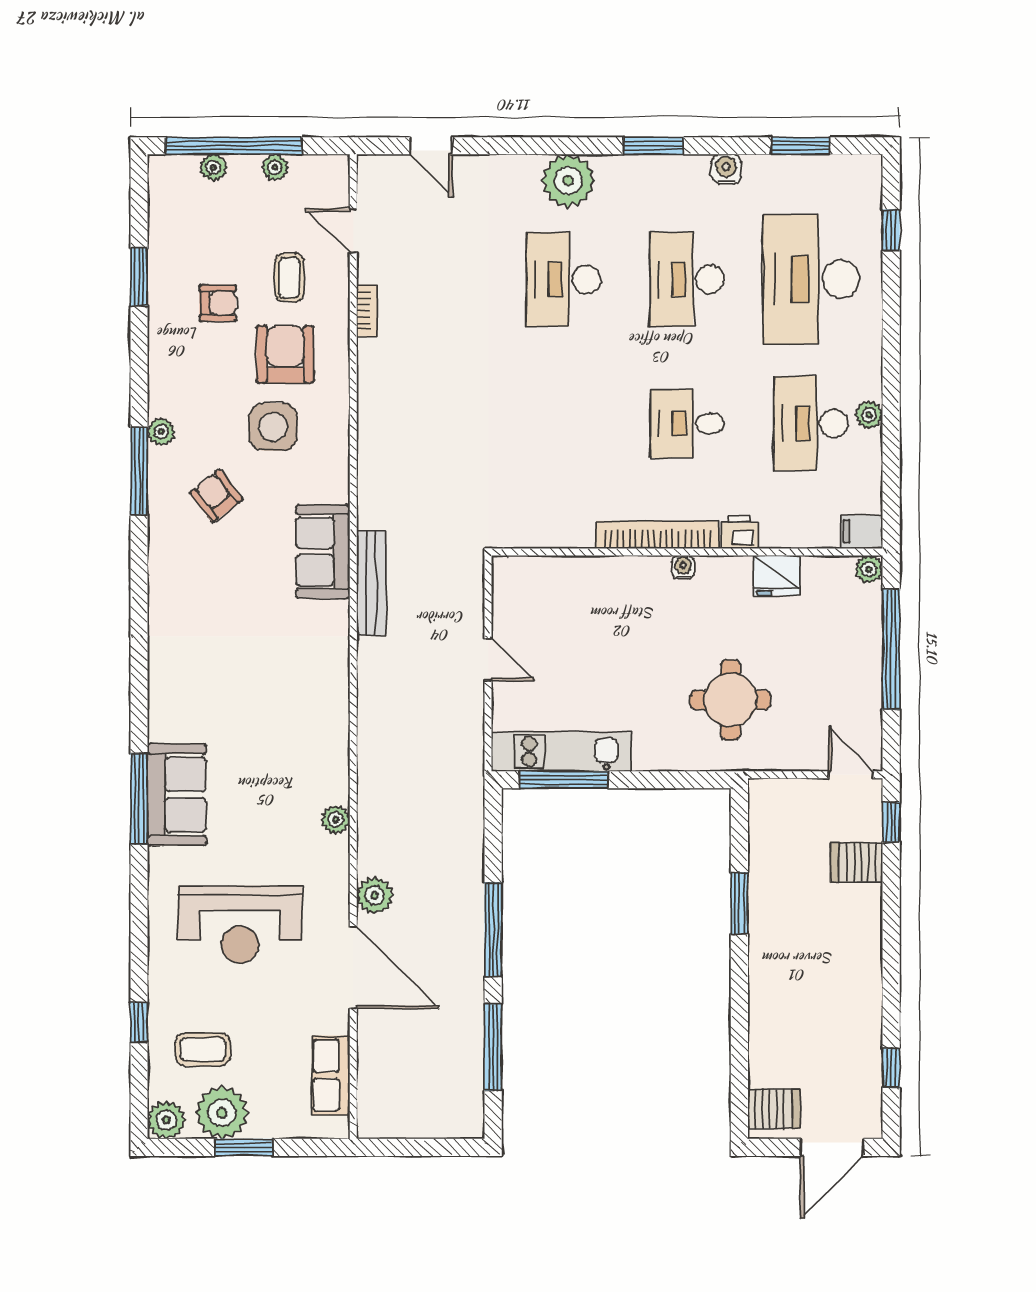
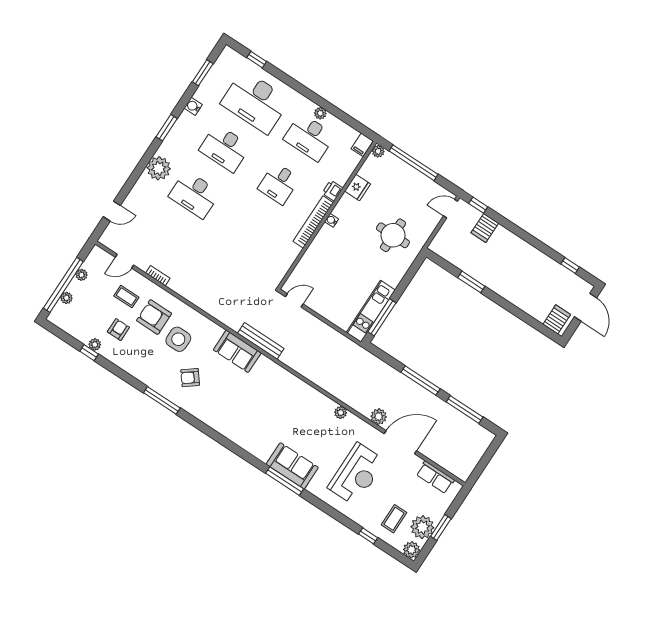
window: (139, 277) -> (89, 353), width x0.67
plant: (161, 432) -> (95, 345), moved
door: (488, 660) -> (294, 300), moved

